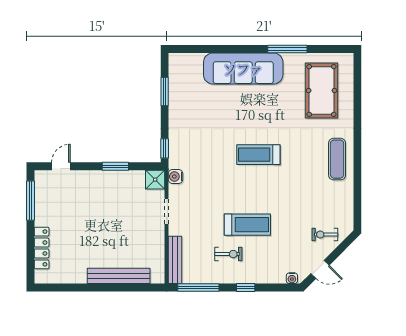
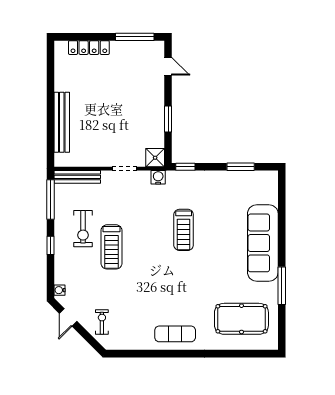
treadmill: (258, 155) -> (184, 230), moved, turned 180
exercise bike: (228, 254) -> (83, 229), width x1.38, depth x1.39

